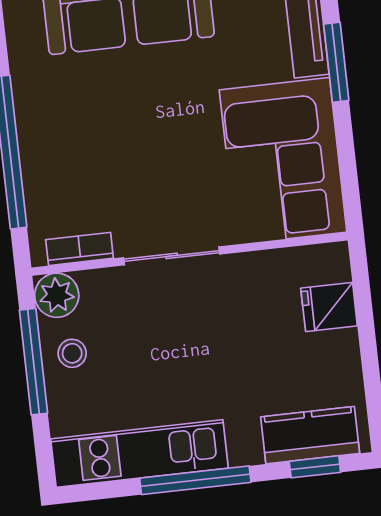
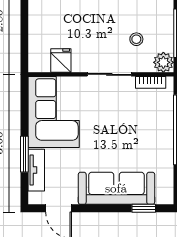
fridge: (329, 307) -> (61, 61), moved, turned -90
stool: (72, 353) -> (136, 39), moved

